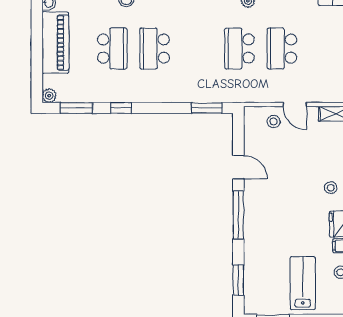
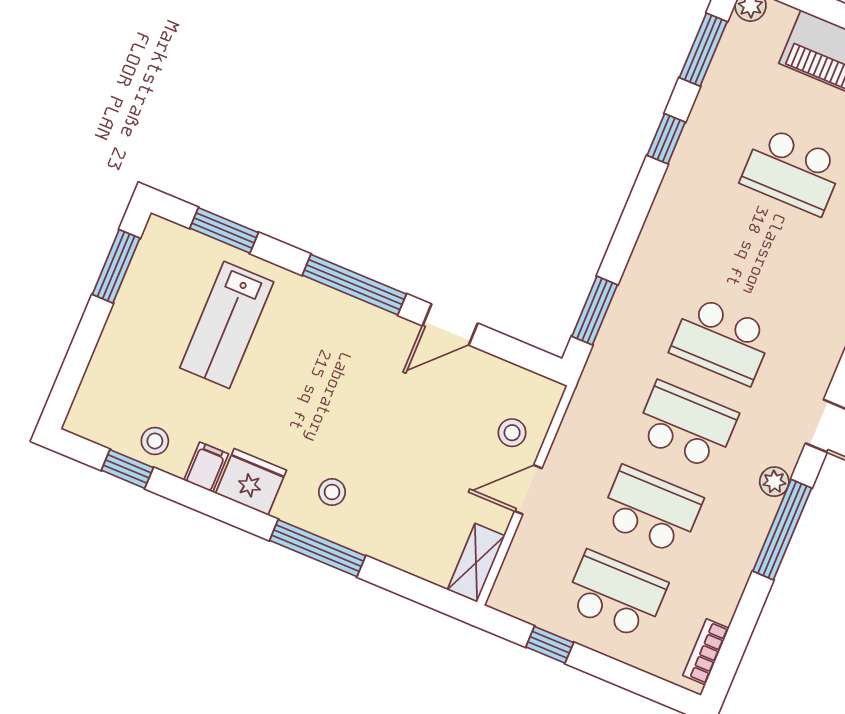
school desk: (155, 49) -> (722, 341), moved, turned 180
school desk: (324, 49) -> (616, 595), added
lab bench: (303, 283) -> (227, 325), moved, turned 90

